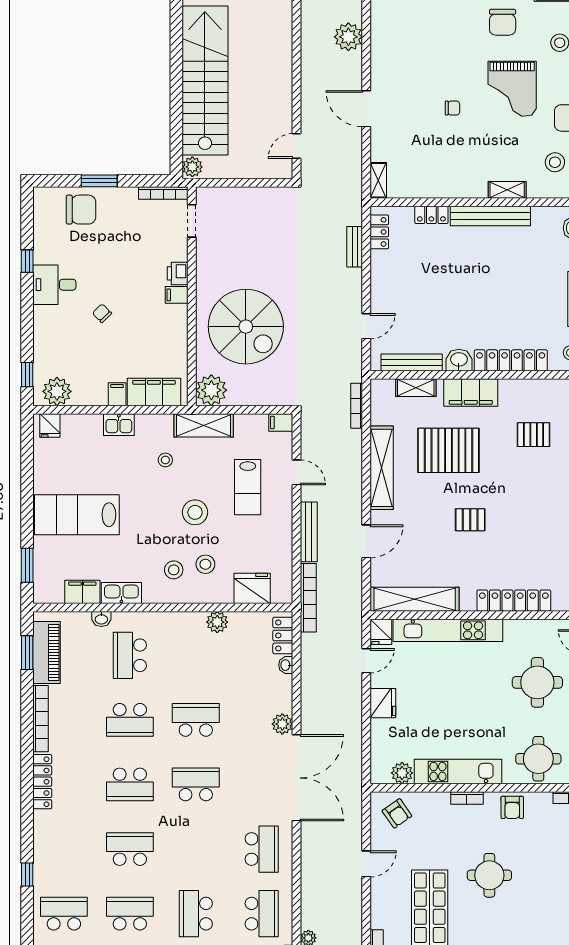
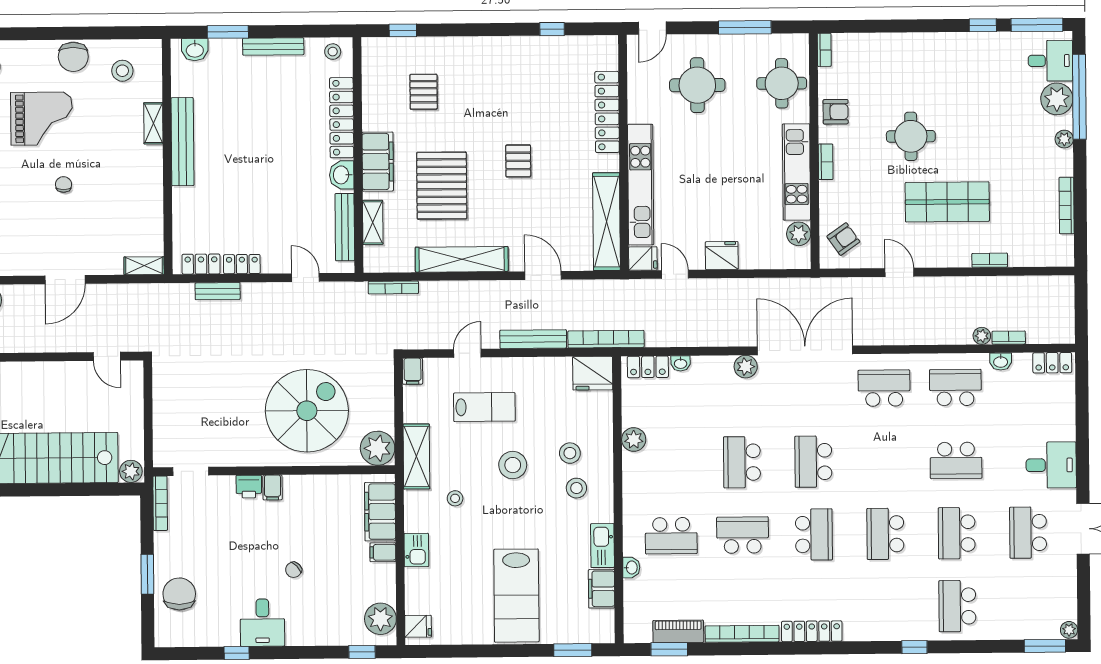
locker: (431, 215) -> (242, 264), moved, turned -90
fridge: (252, 588) -> (593, 373), moved, turned -90
piano: (46, 653) -> (678, 631), width x0.73, depth x0.75
school desk: (130, 720) -> (743, 535), turned -90

